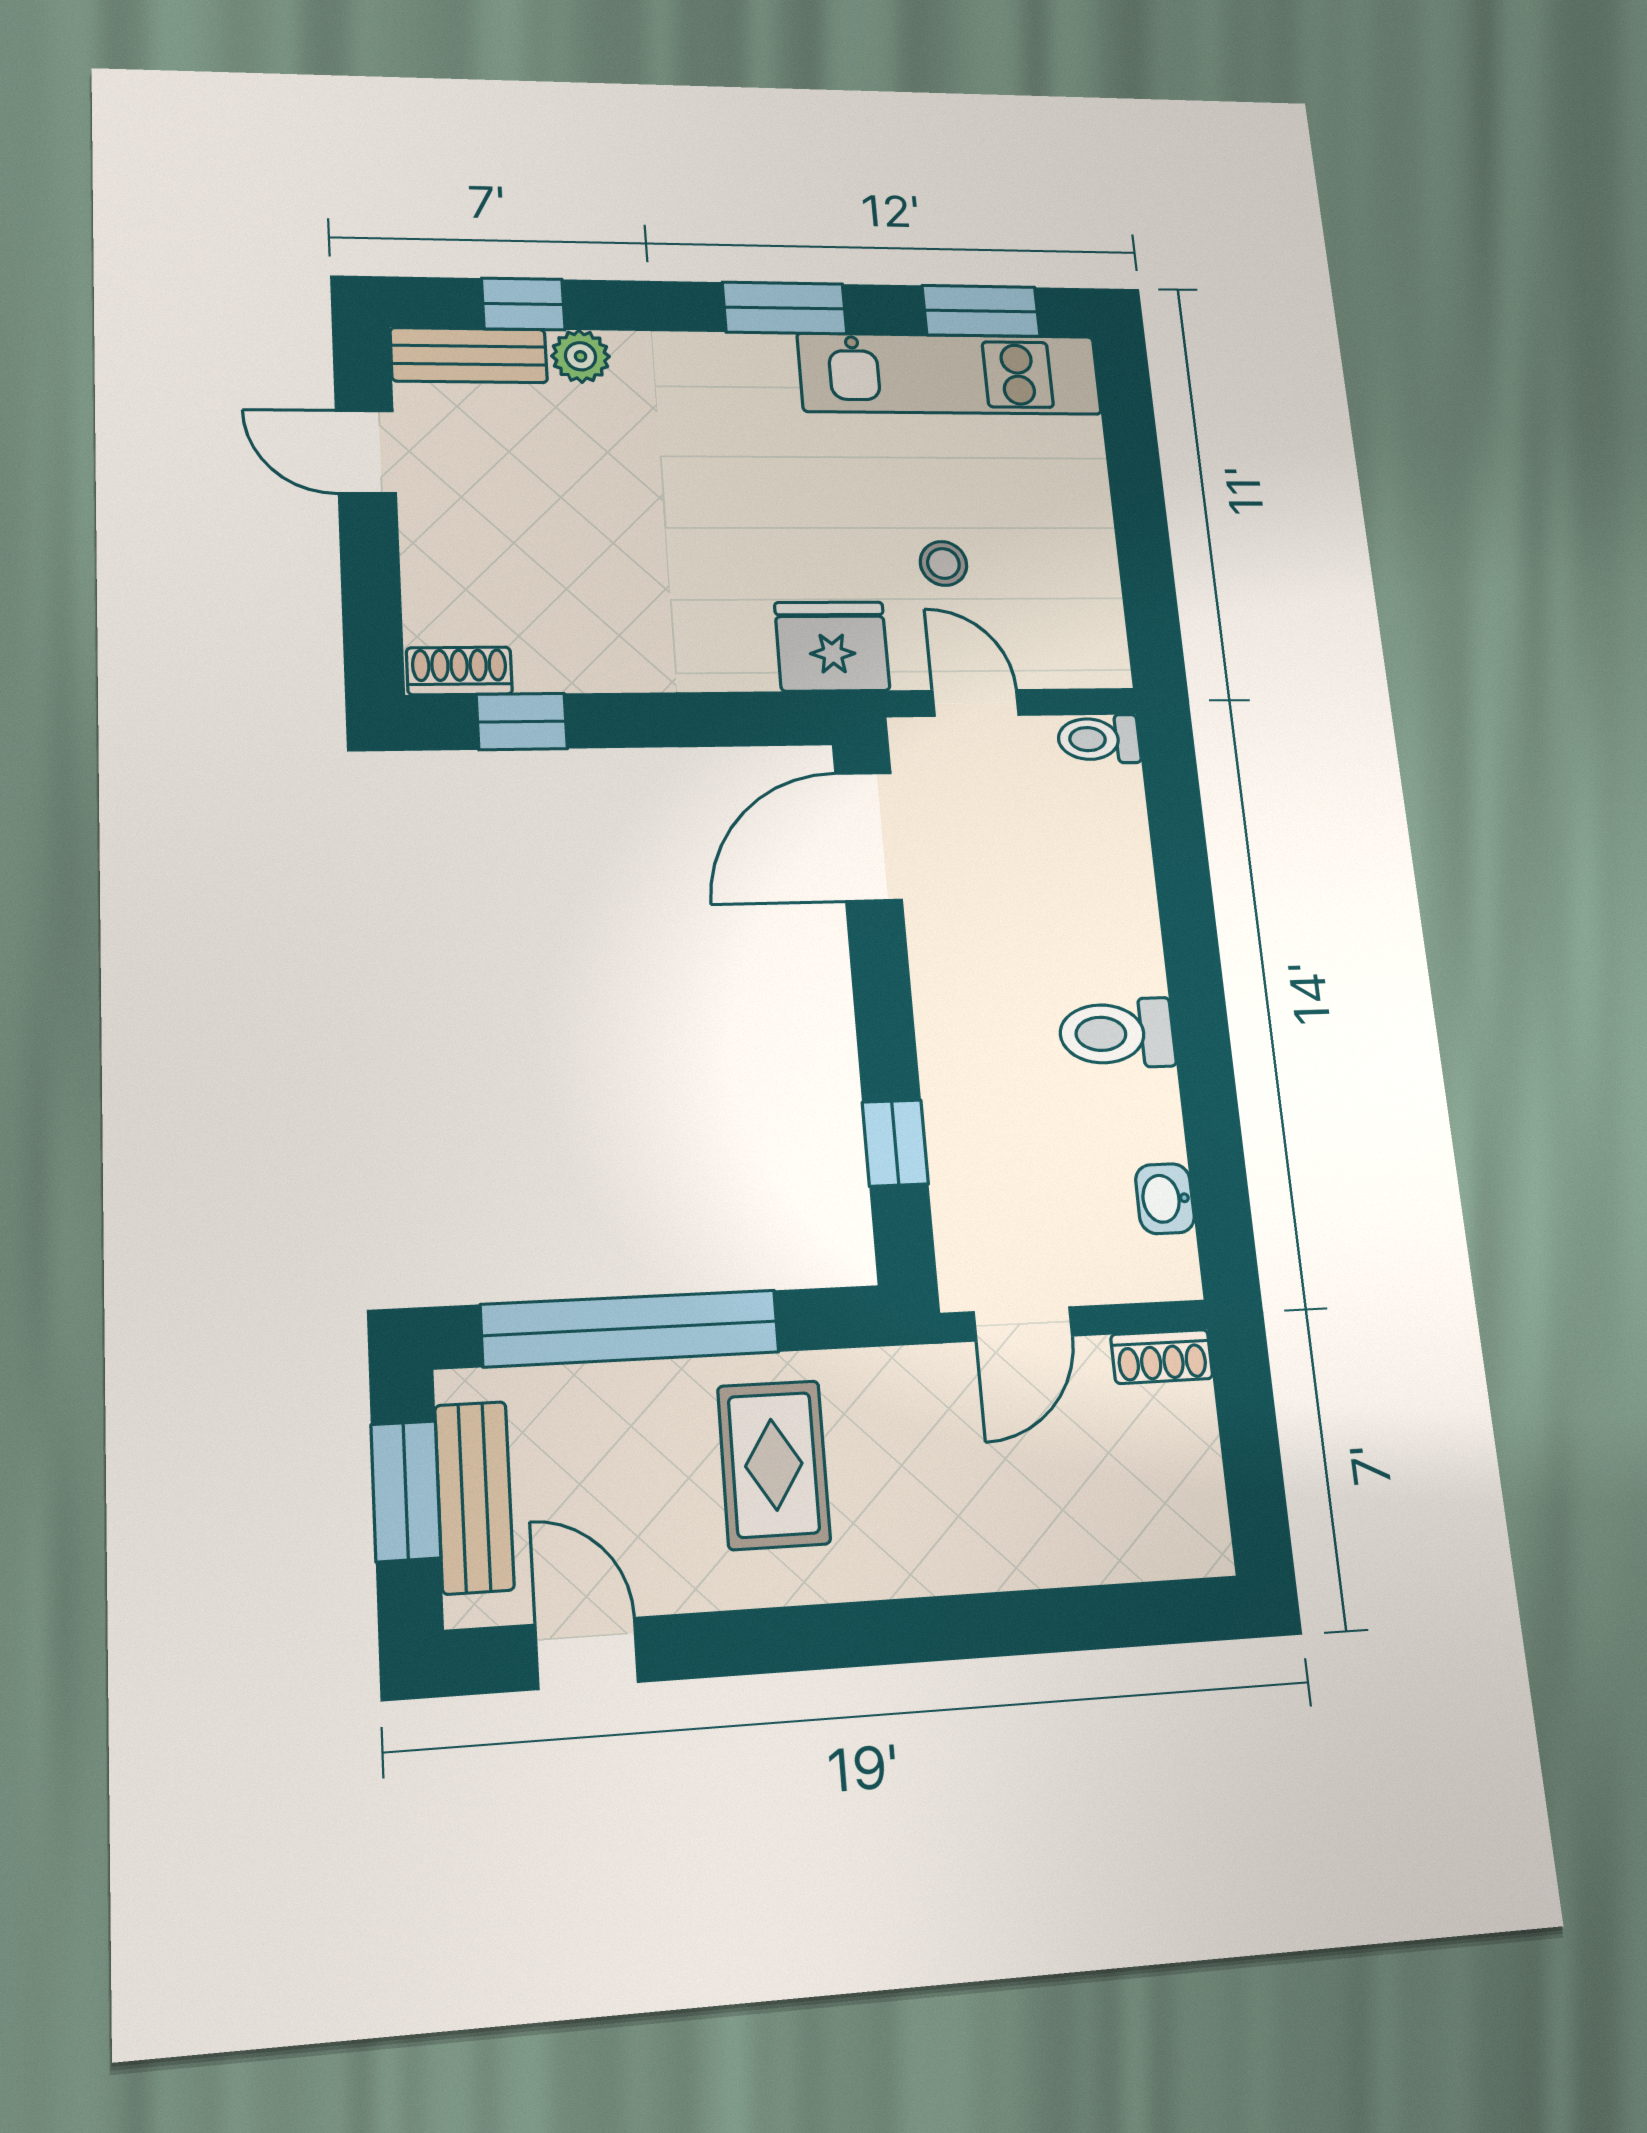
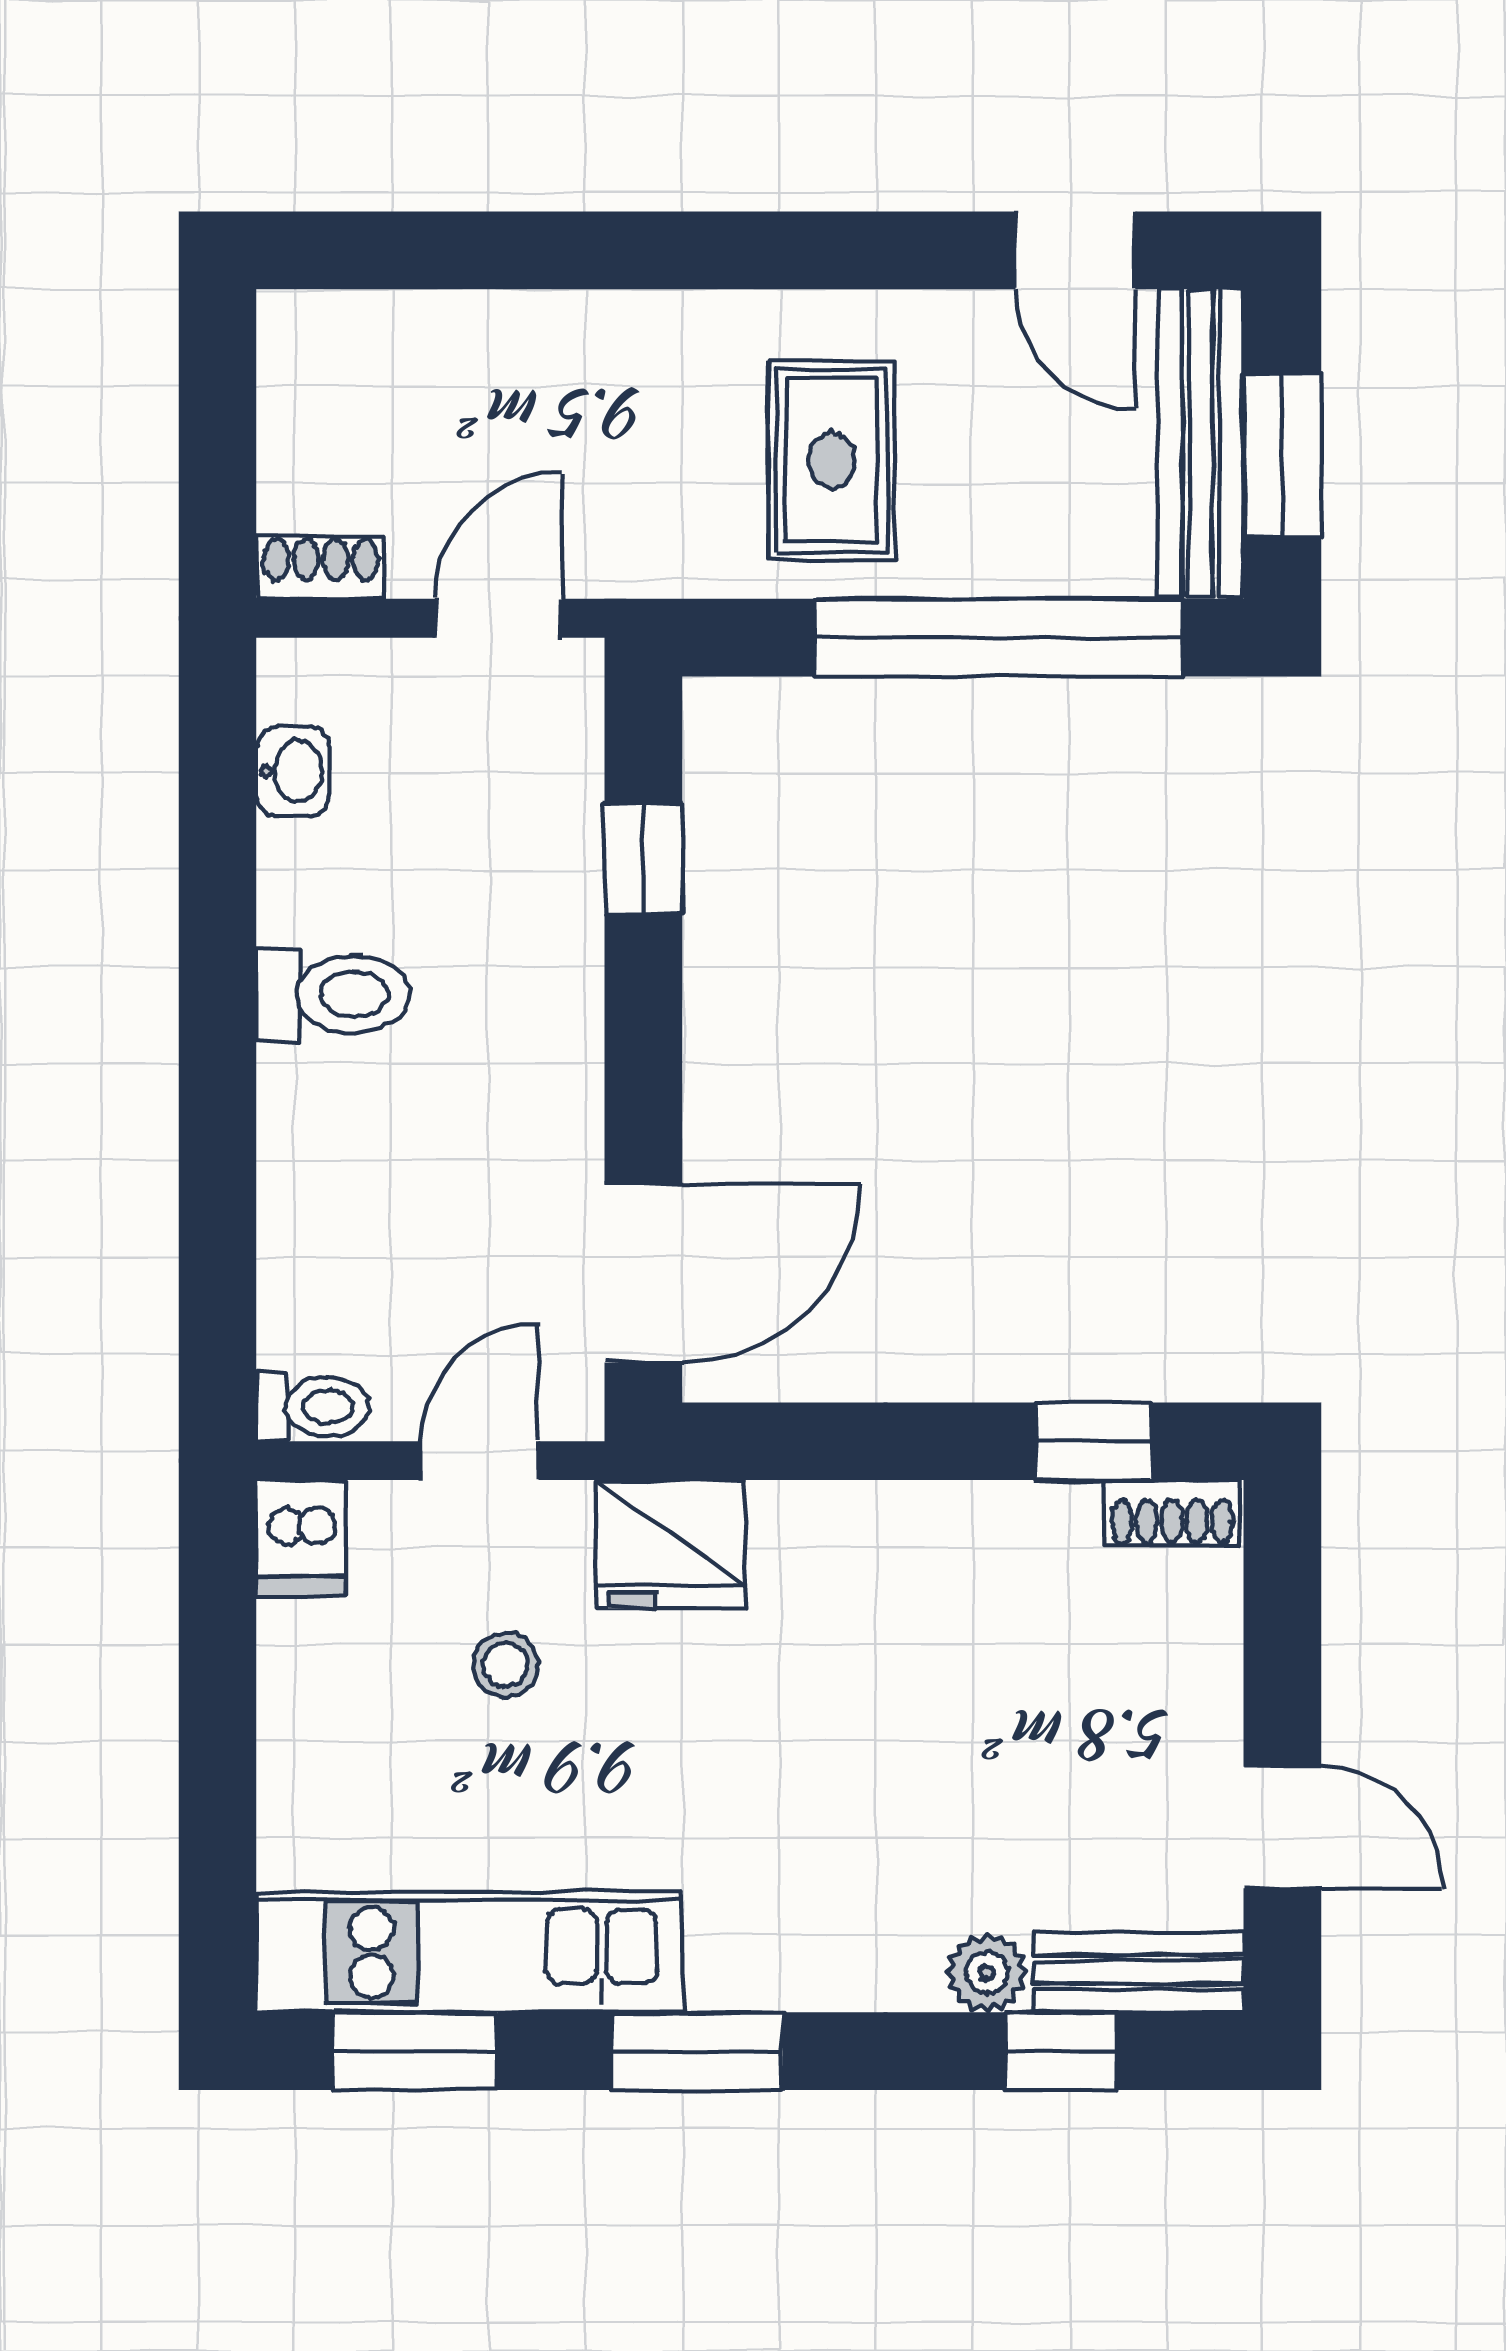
dishwasher: (1097, 649) -> (301, 1538), added
door: (976, 703) -> (480, 1461), swing flipped
bench: (474, 1497) -> (1201, 443), width x1.36

